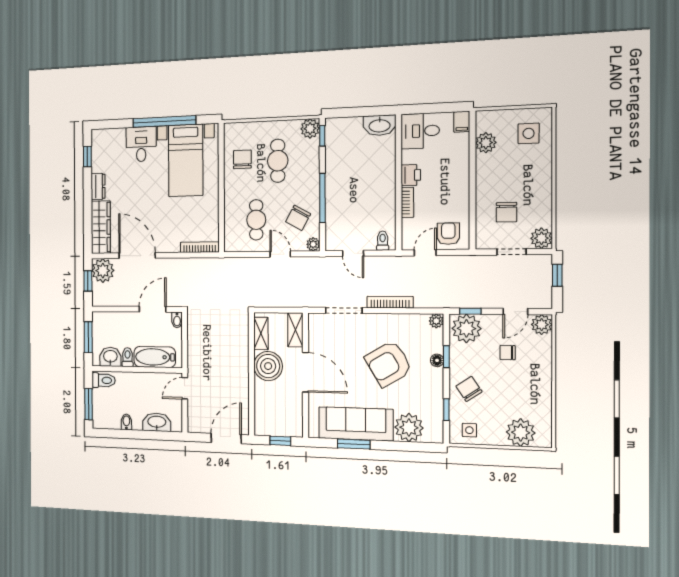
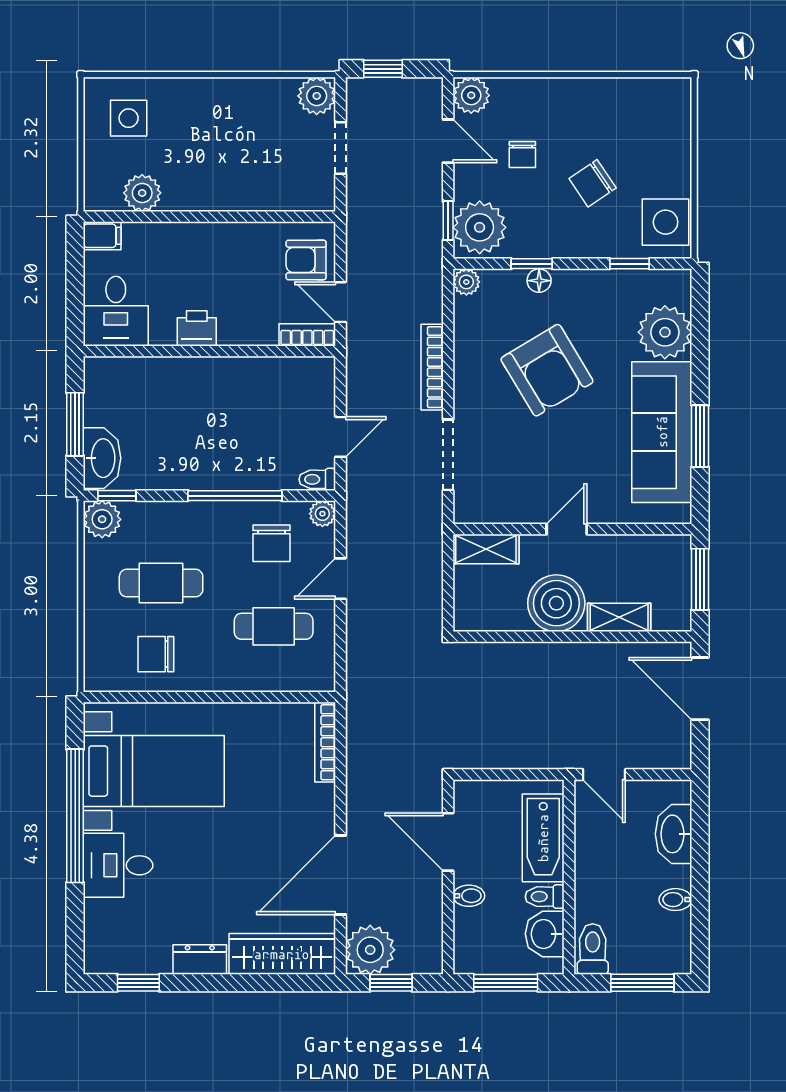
window: (360, 112) -> (75, 424), added
washbasin: (380, 125) -> (102, 458), moved
bookcase: (407, 202) -> (307, 335), moved
chair: (507, 212) -> (269, 156), removed
chair: (298, 218) -> (272, 543), turned 61
toilet: (383, 241) -> (317, 479), moved
bidet: (177, 320) -> (469, 896), moved
shelving: (261, 333) -> (619, 617), moved
door: (306, 372) -> (567, 529), width x0.53
chair: (469, 389) -> (593, 183), moved
side table: (469, 430) -> (666, 222), width x1.87, depth x1.87
plant: (521, 433) -> (666, 132), removed
window: (280, 441) -> (700, 579), width x1.50

